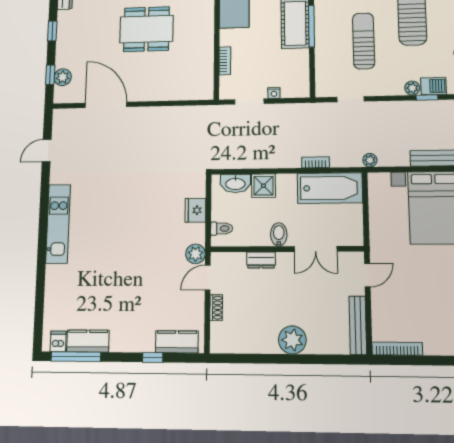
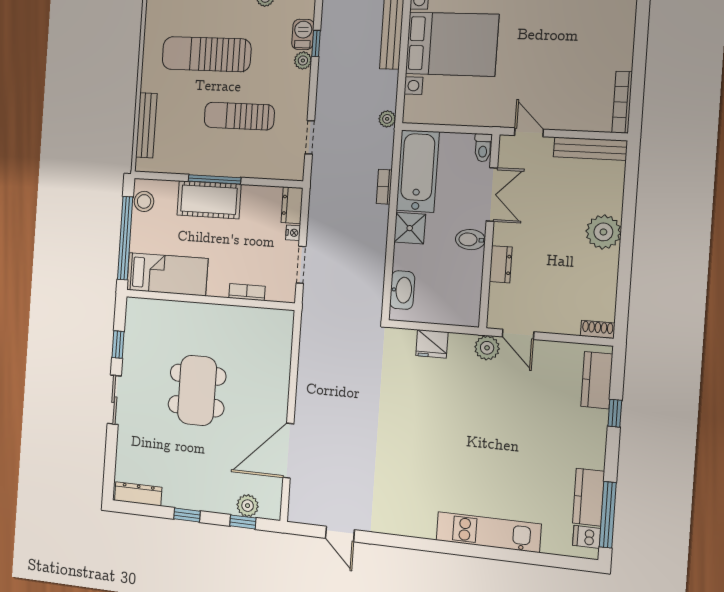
dresser: (296, 90) -> (292, 205), added
shower: (263, 186) -> (410, 228), moved
kitchen unit: (58, 224) -> (488, 532), moved
toilet: (222, 229) -> (483, 148), moved, turned 180
shoe rack: (216, 308) -> (598, 329), moved

